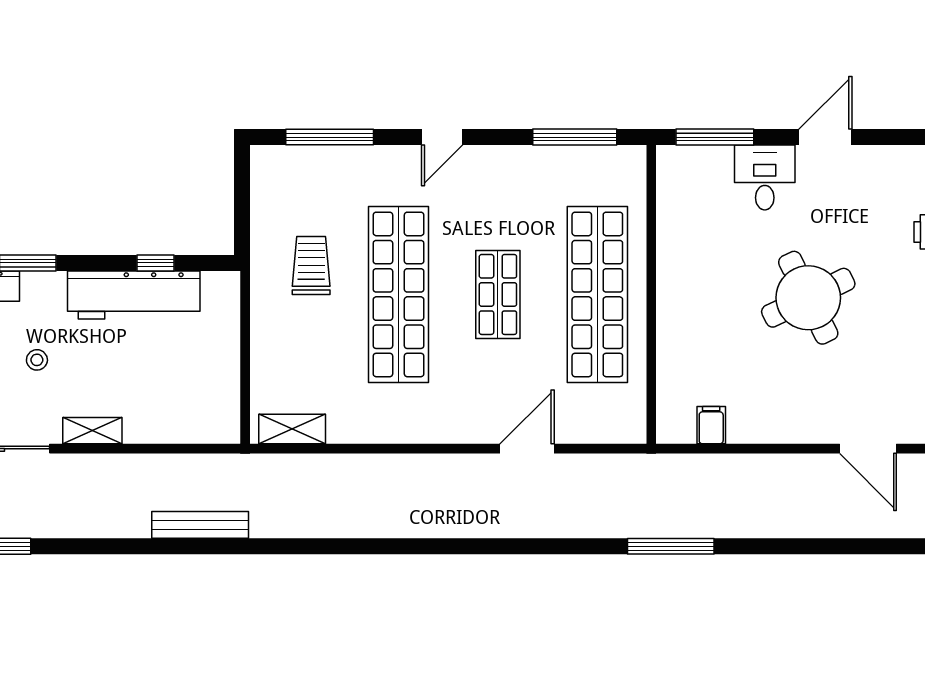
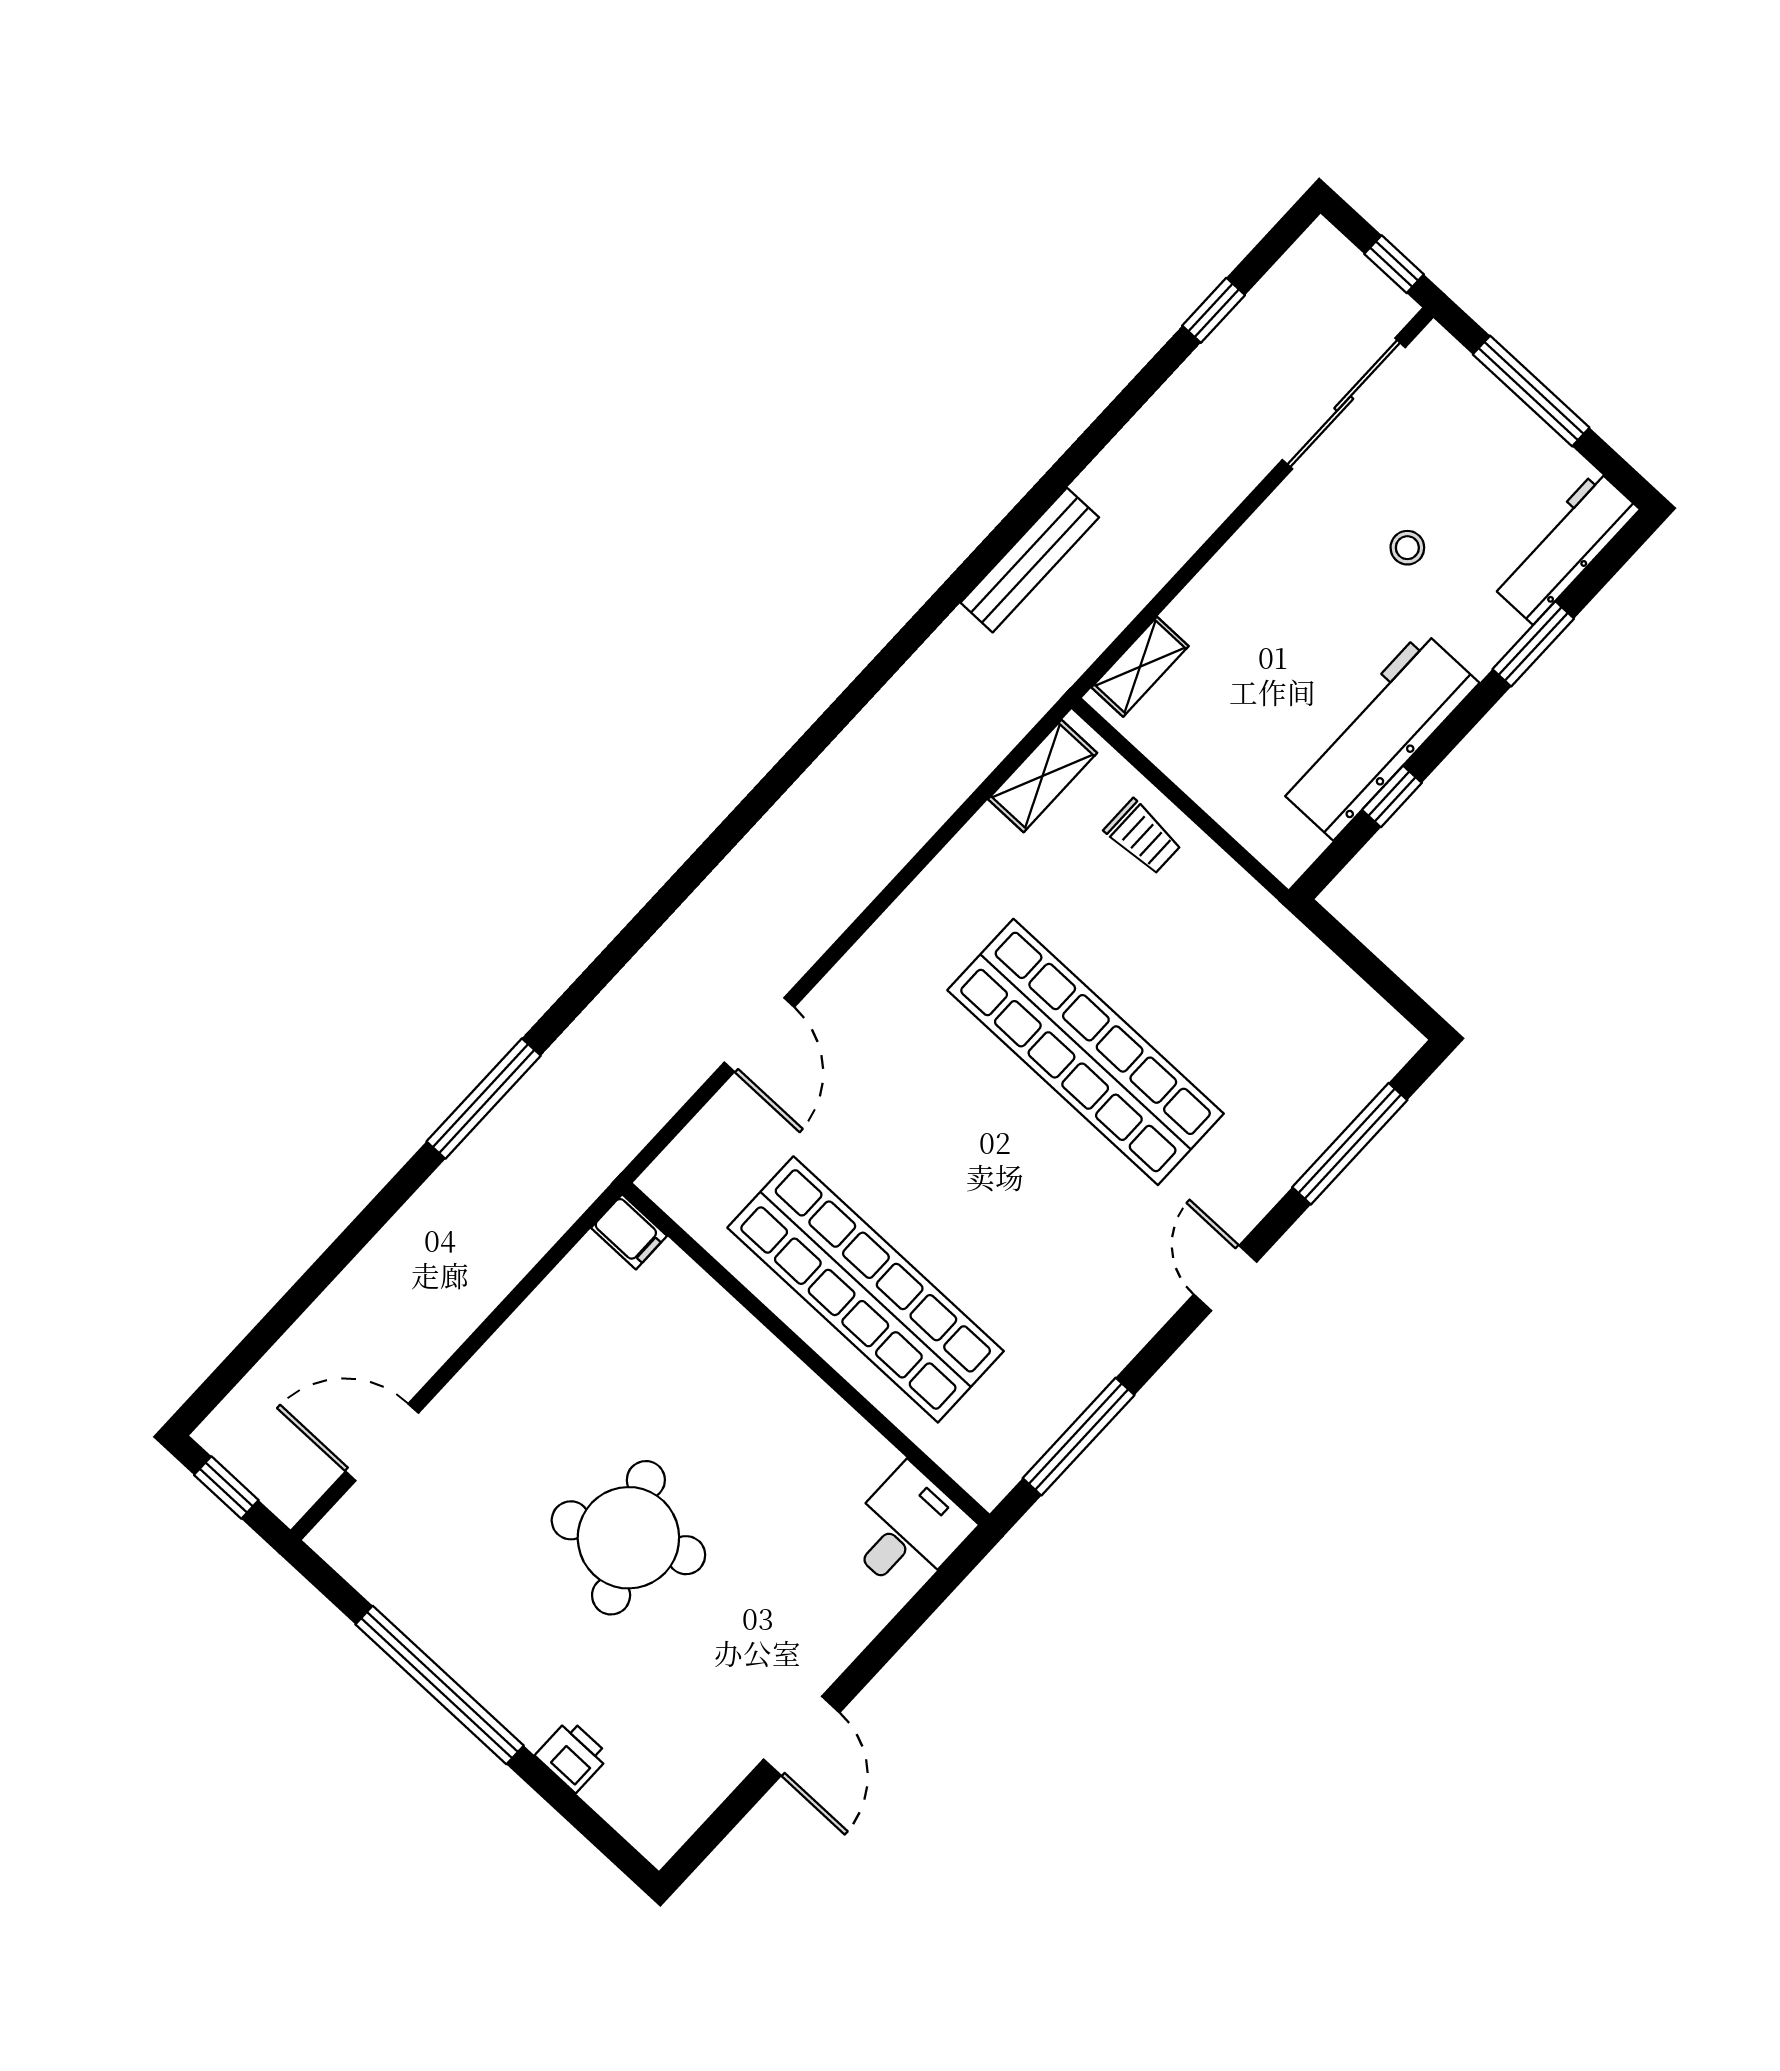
window: (715, 137) -> (924, 1604), removed
desk: (765, 178) -> (907, 1530), moved, turned -90
trolley: (311, 266) -> (1143, 837), moved, width x0.73, depth x0.72
shop shelf: (498, 294) -> (976, 1171), removed
filing cabinet: (711, 425) -> (629, 1232), moved
shelving: (92, 431) -> (1140, 667), moved

